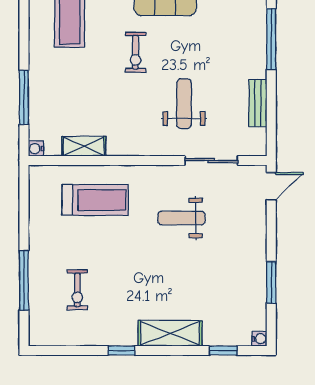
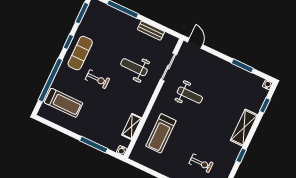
treadmill: (95, 200) -> (161, 133), turned 180
weight bench: (181, 218) -> (190, 95), turned -90

